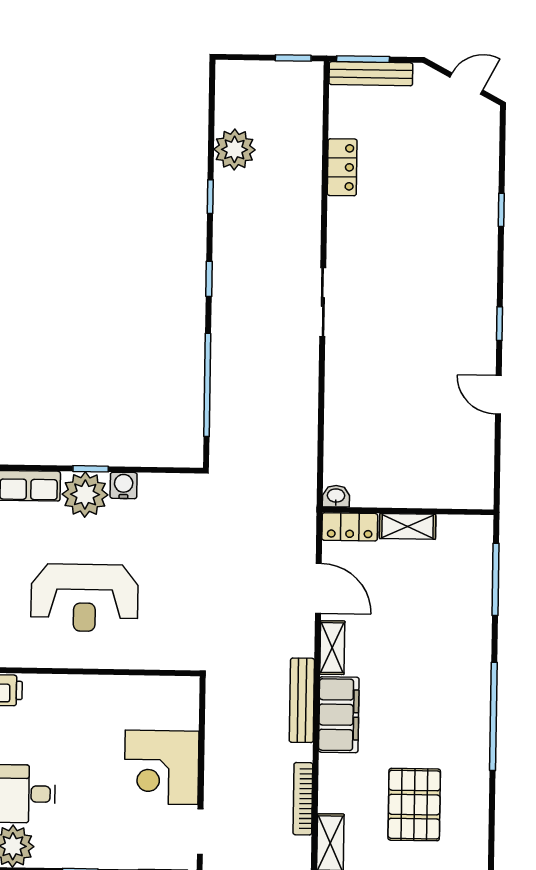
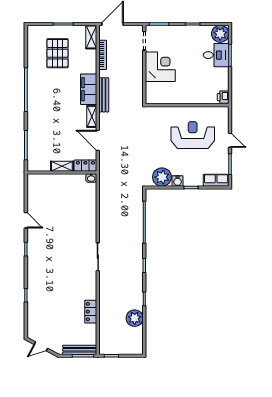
plant: (85, 494) -> (162, 177), moved

